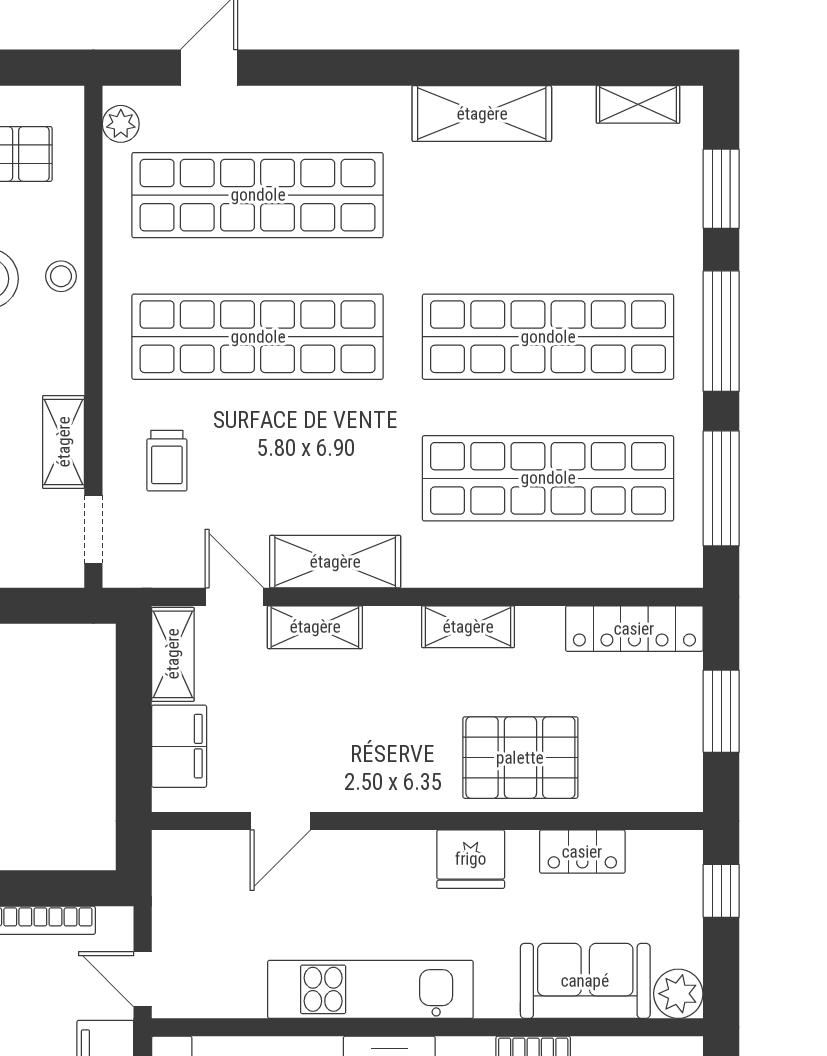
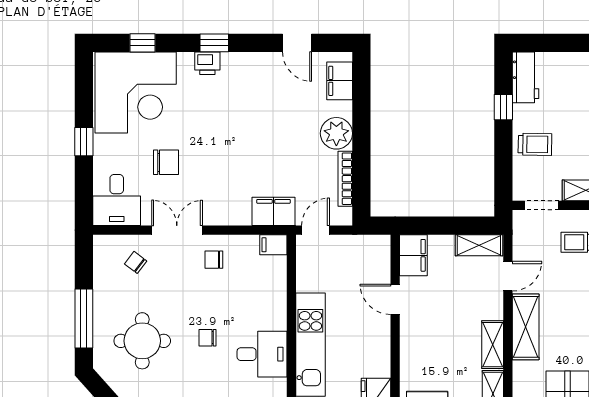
shelving: (315, 627) -> (493, 345), moved
filing cabinet: (179, 746) -> (413, 255), moved, turned -90

